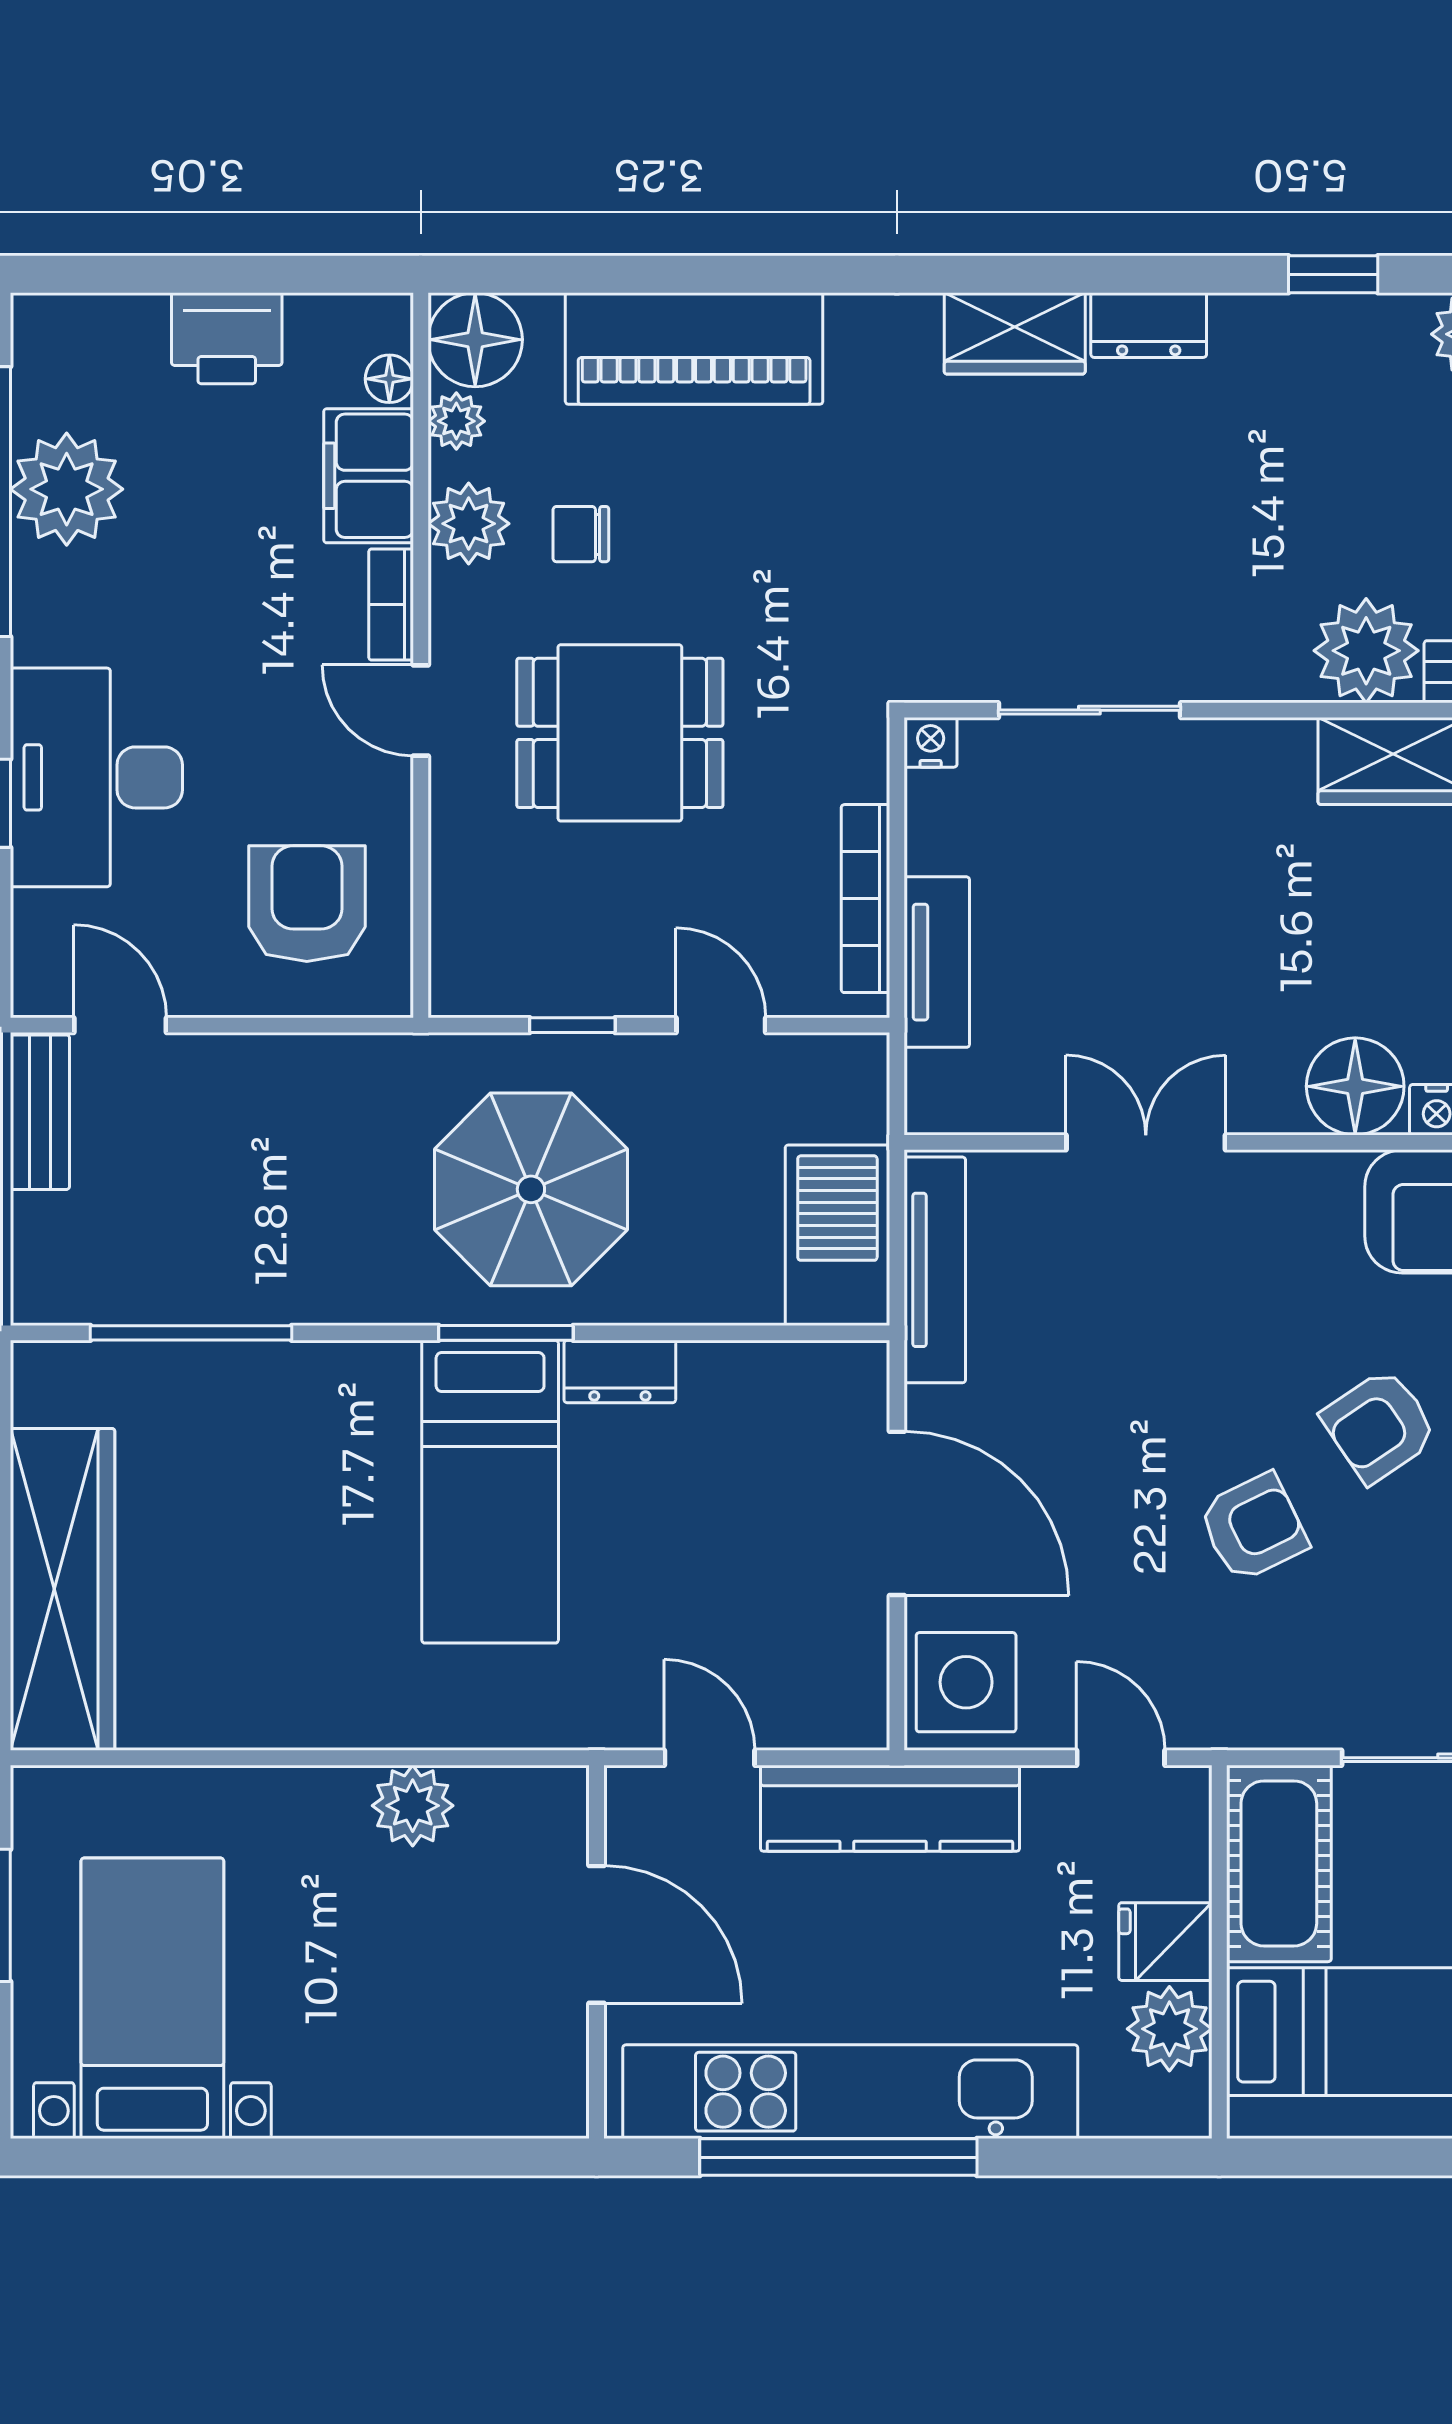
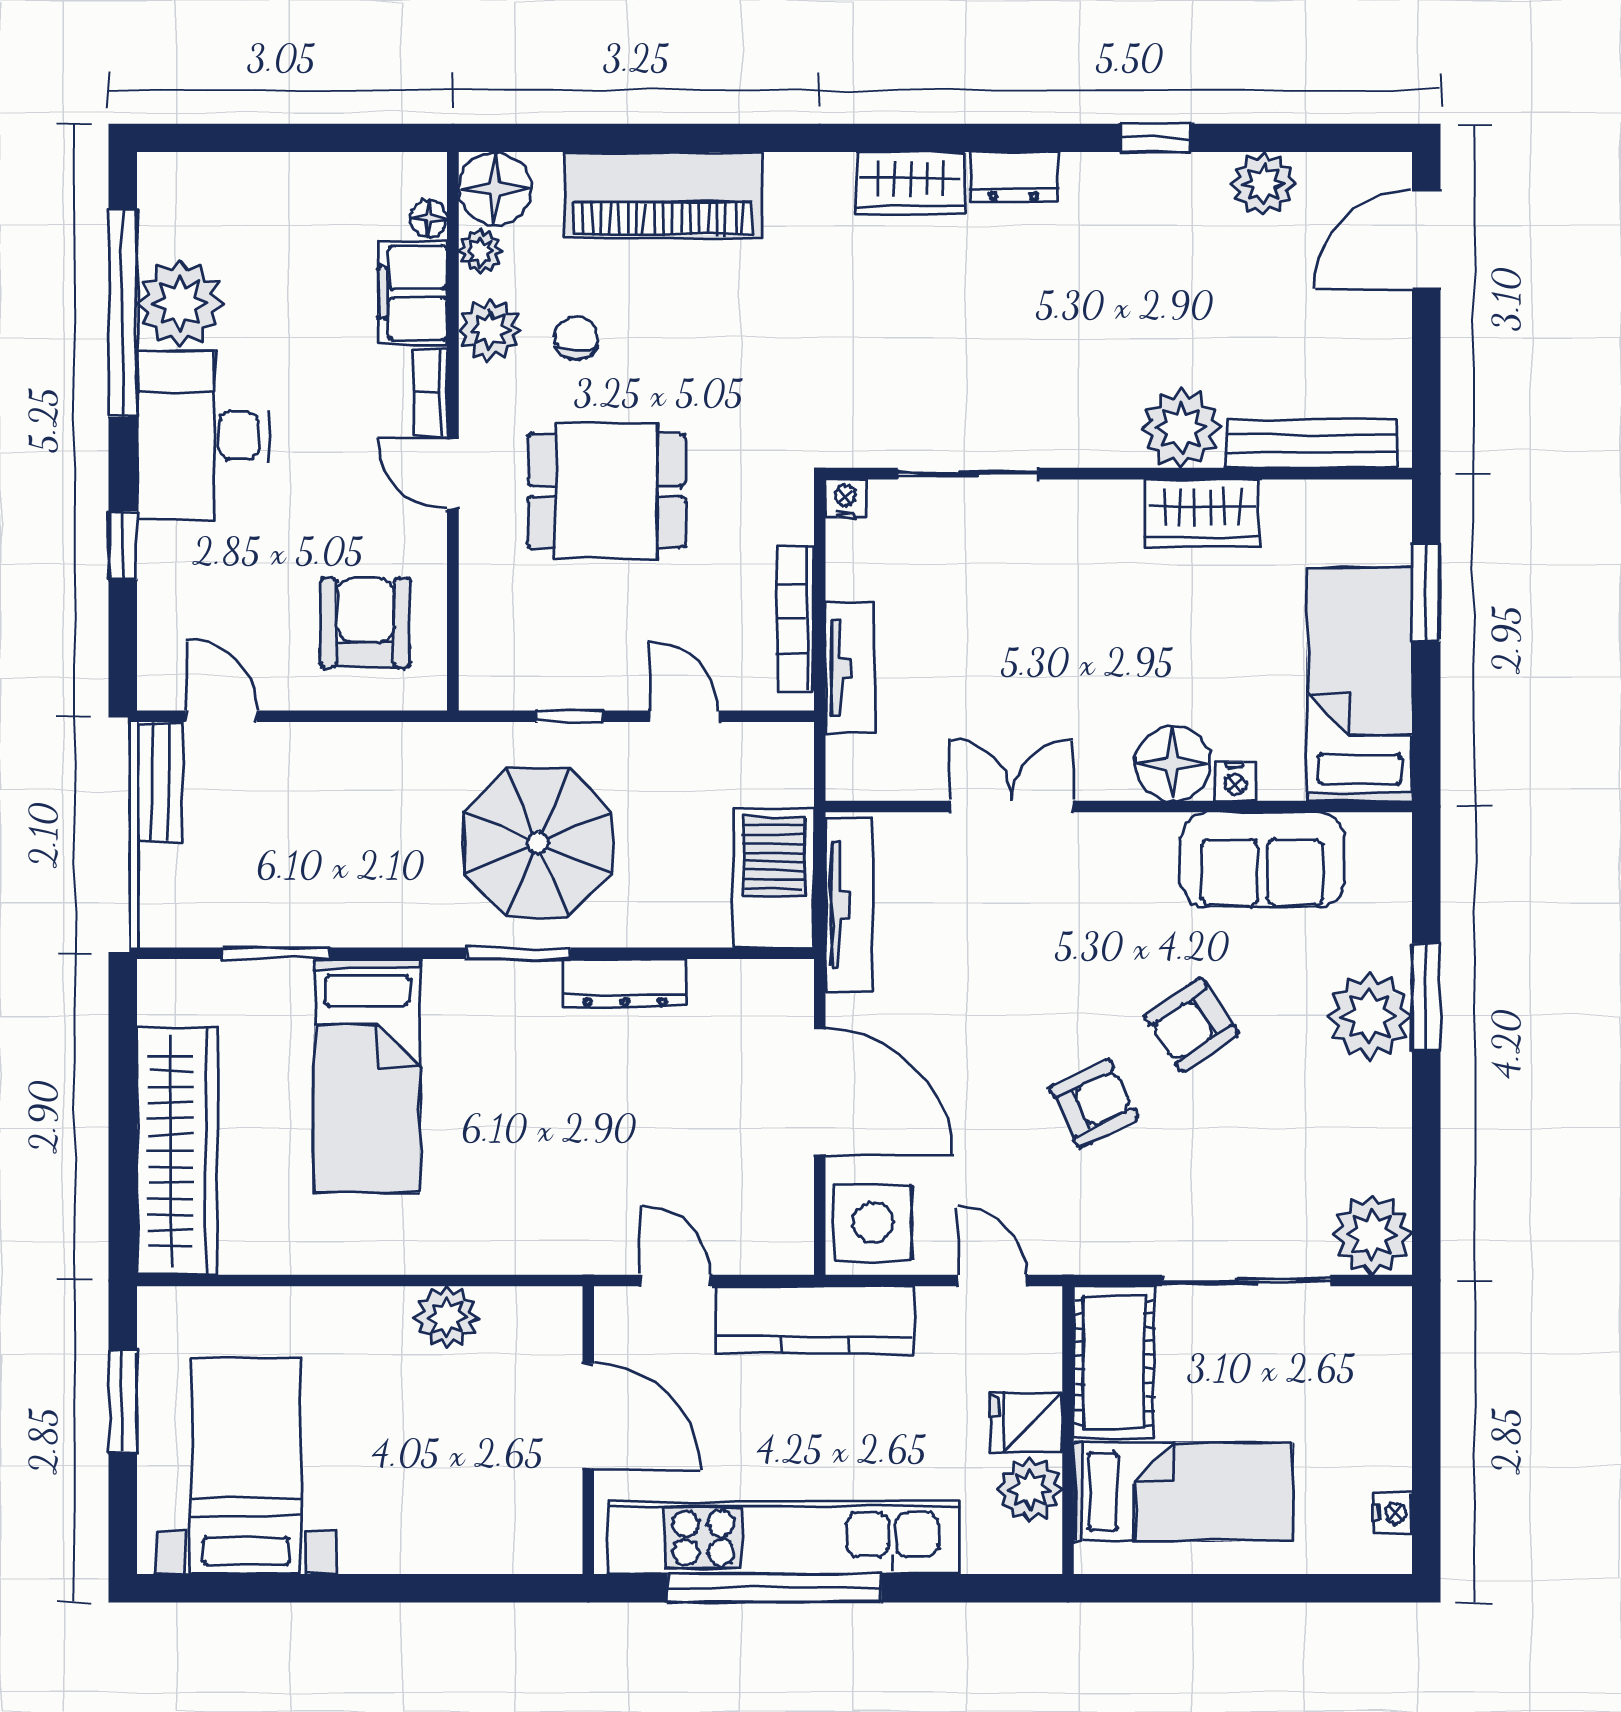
printer: (227, 338) -> (303, 187), removed
chair: (581, 534) -> (576, 338), turned 90
desk: (96, 777) -> (203, 435), moved
window: (191, 1333) -> (276, 953), width x0.69
dresser: (620, 1372) -> (625, 983), width x1.44
bed: (490, 1492) -> (367, 1076), moved

